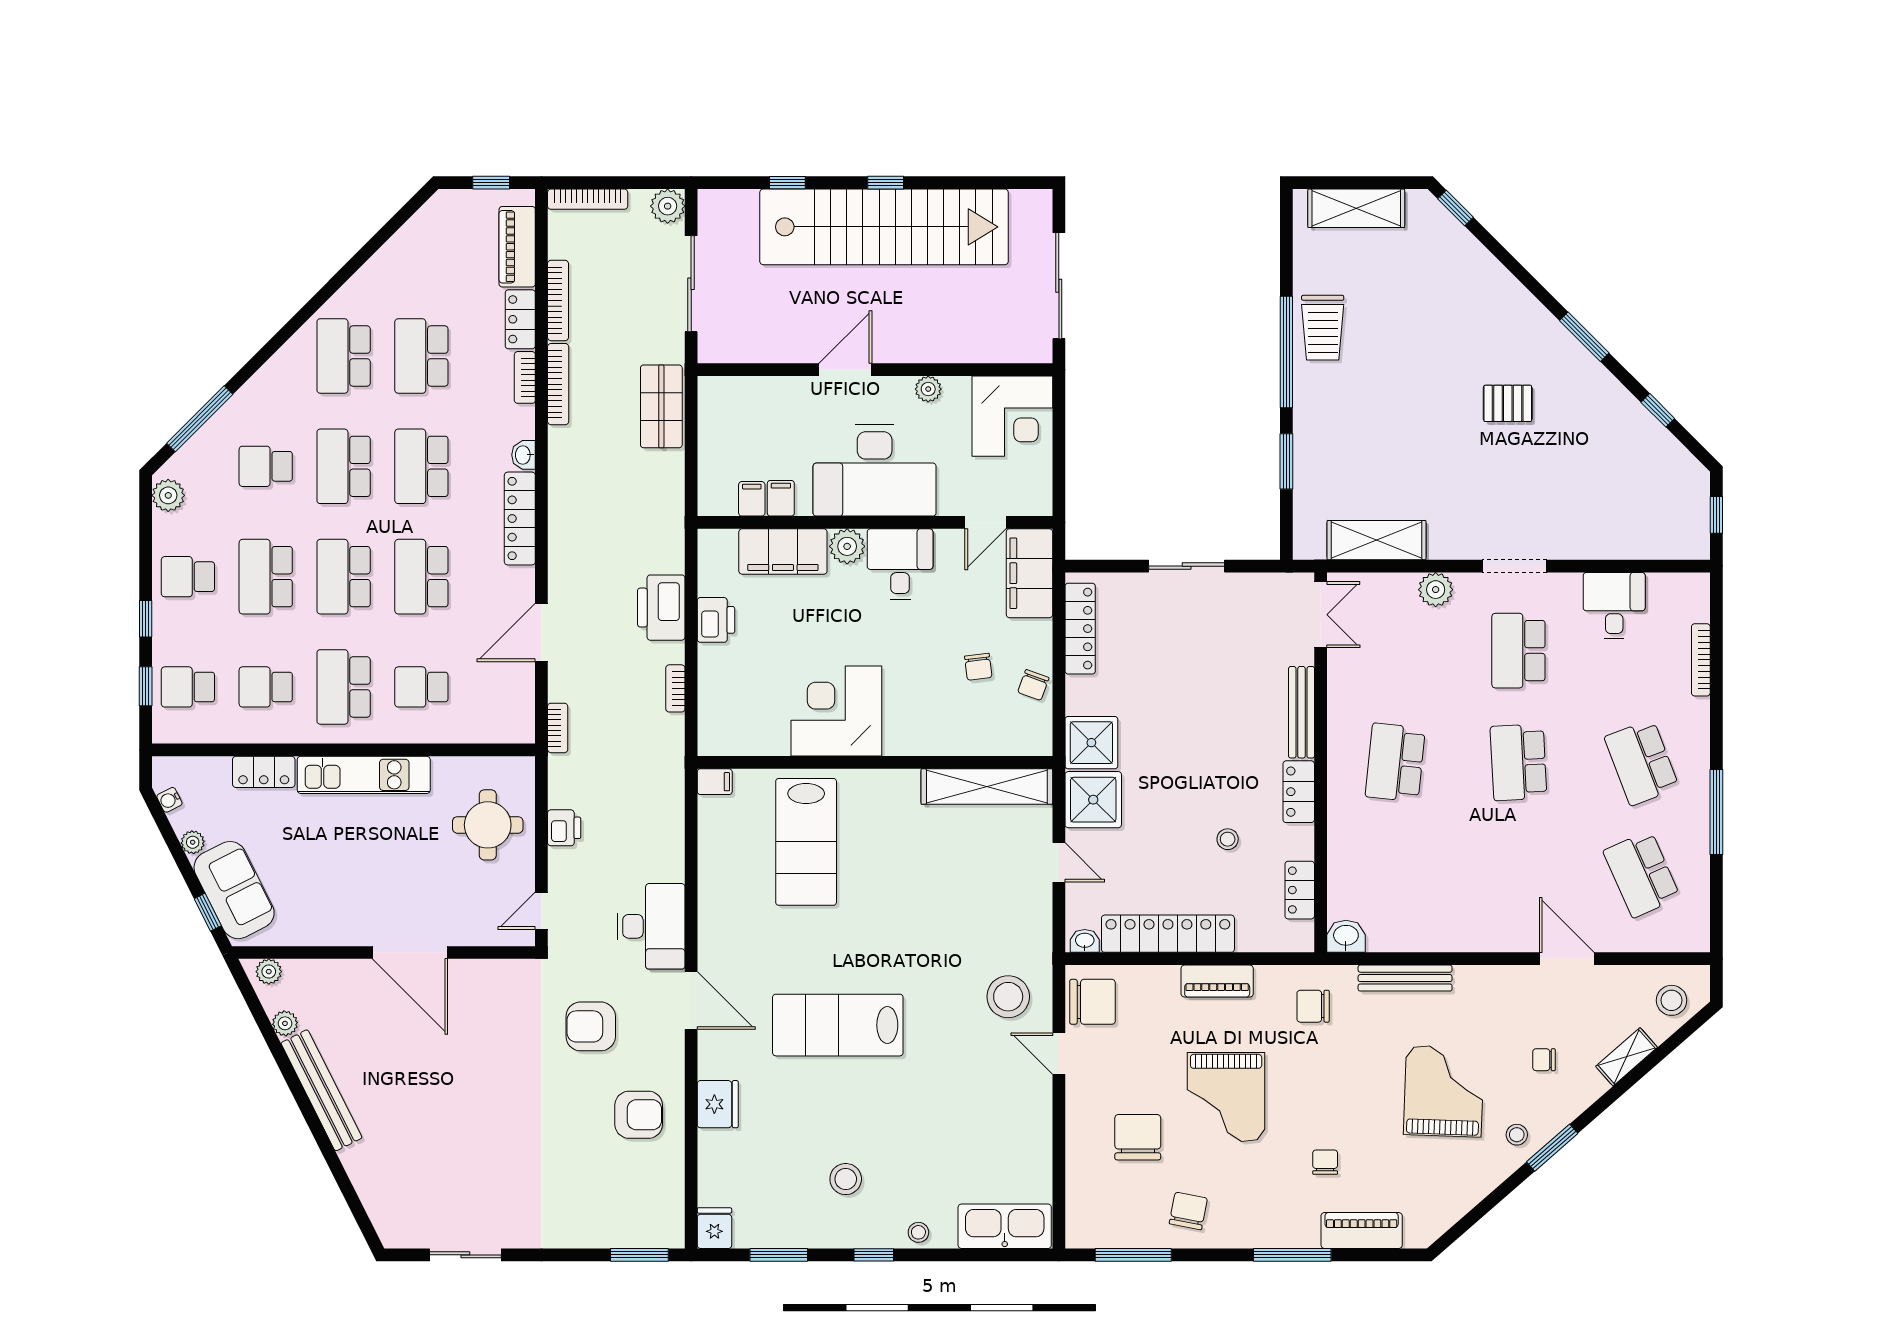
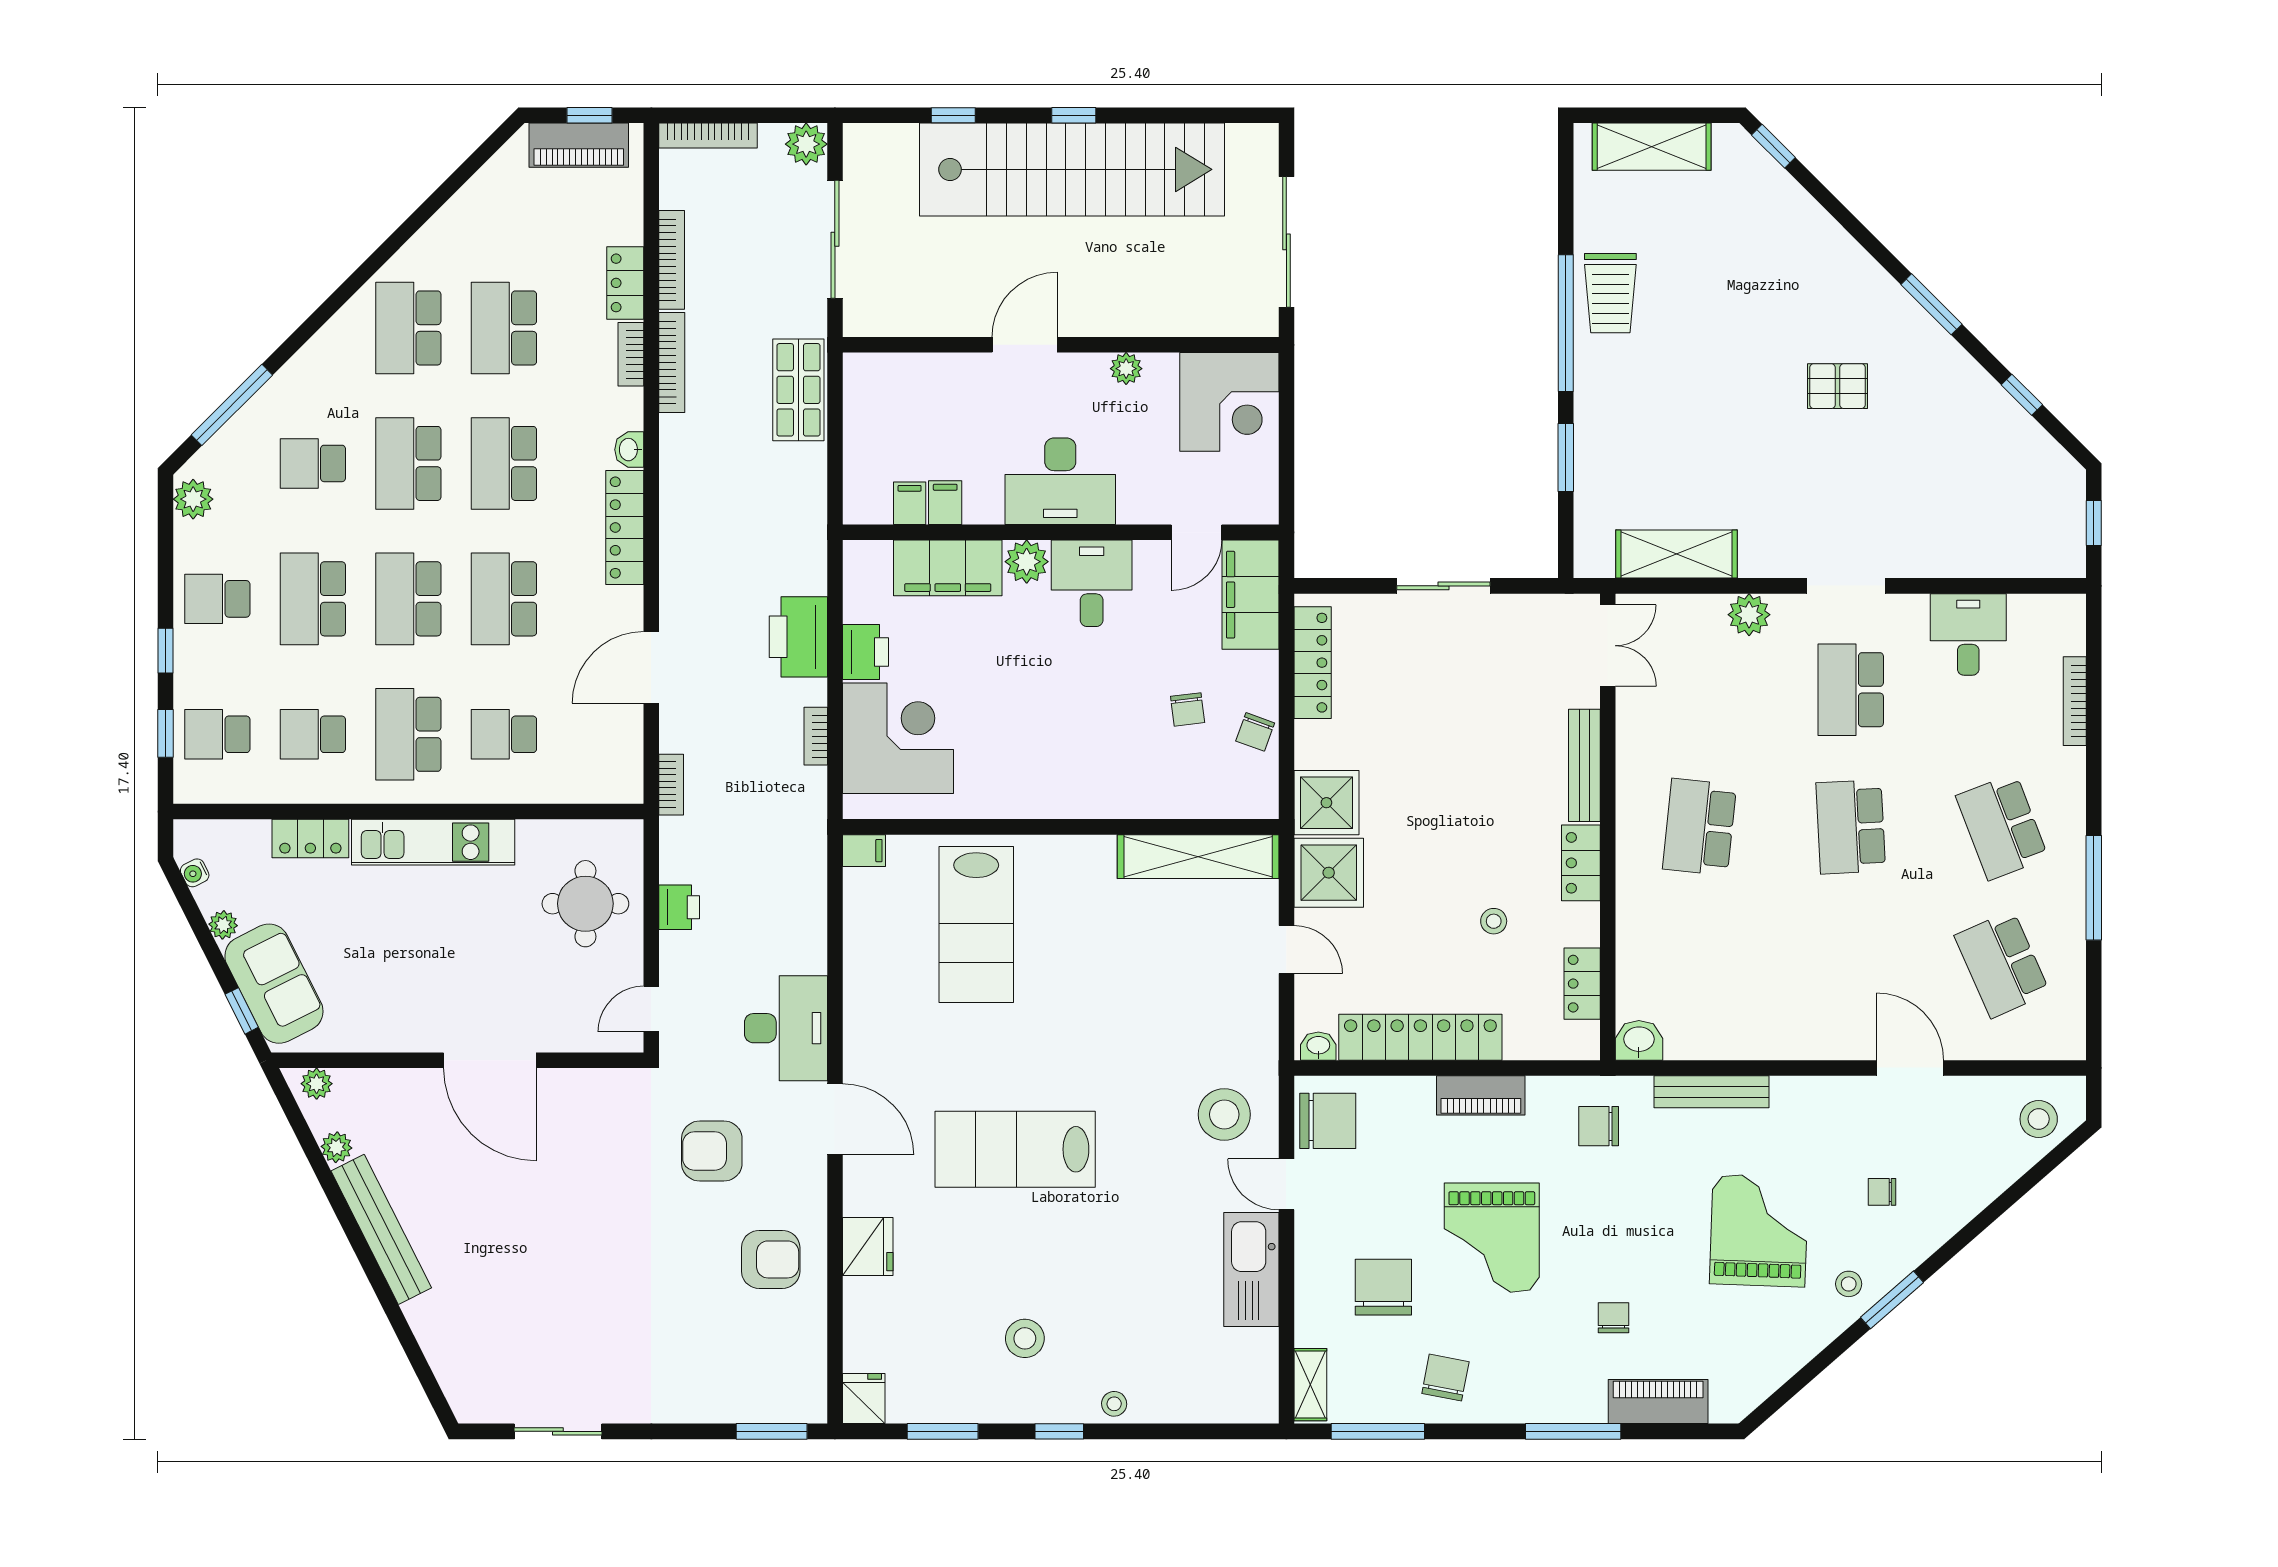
piano: (517, 247) -> (579, 145), moved, turned -90
desk: (875, 470) -> (1060, 481), width x0.73, depth x0.77
corner desk: (836, 711) -> (898, 738), moved, turned 90
shelving: (1627, 1057) -> (1310, 1385), moved, turned -49
kitchen sink: (1005, 1226) -> (1251, 1269), moved, turned -90

